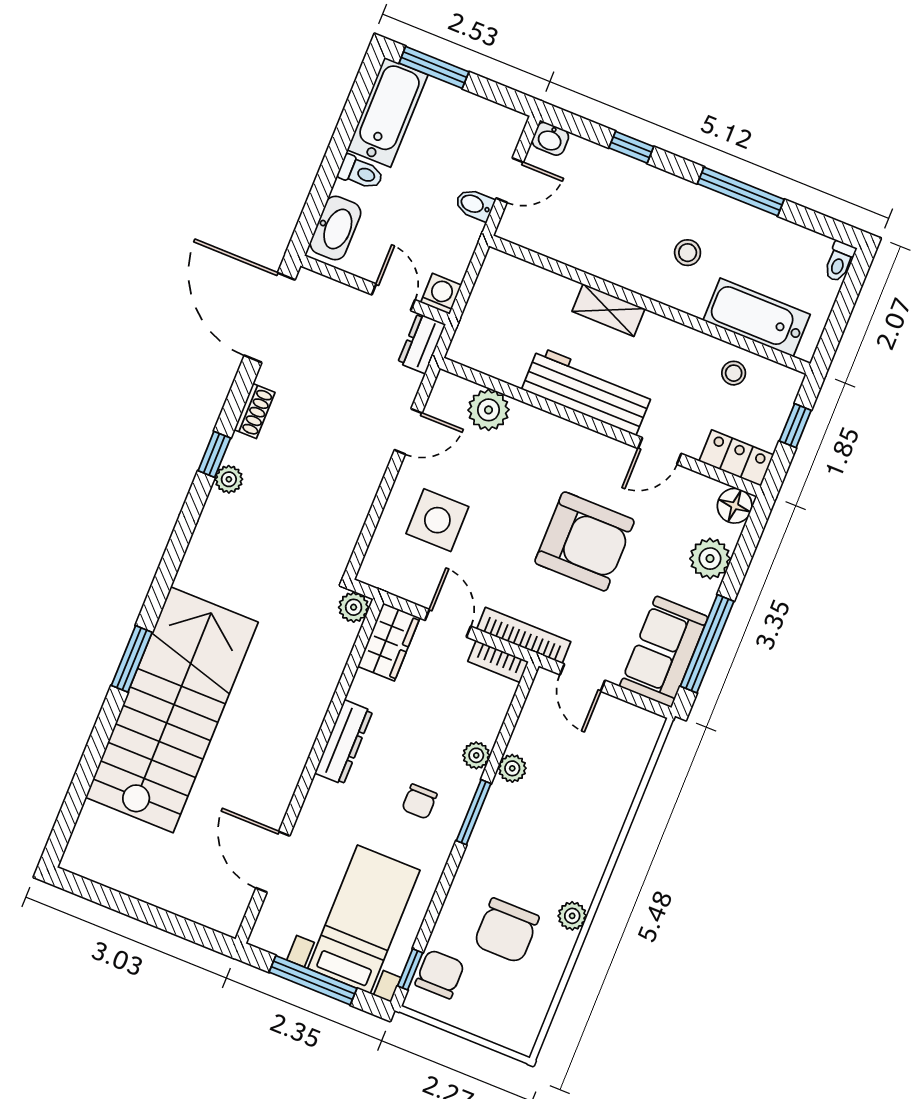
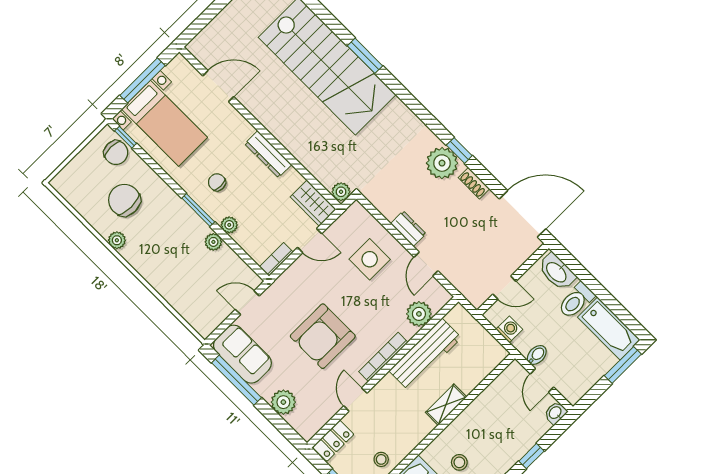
toilet: (361, 173) -> (576, 301), width x1.37, depth x1.39
washing machine: (441, 294) -> (509, 329), moved, turned -90
dresser: (422, 343) -> (408, 229), moved
workbench: (587, 391) -> (425, 354), moved
plant: (229, 479) -> (442, 163), width x1.88, depth x1.88
floor lamp: (735, 506) -> (307, 428), removed
bookcase: (524, 635) -> (383, 357), moved, turned 180

